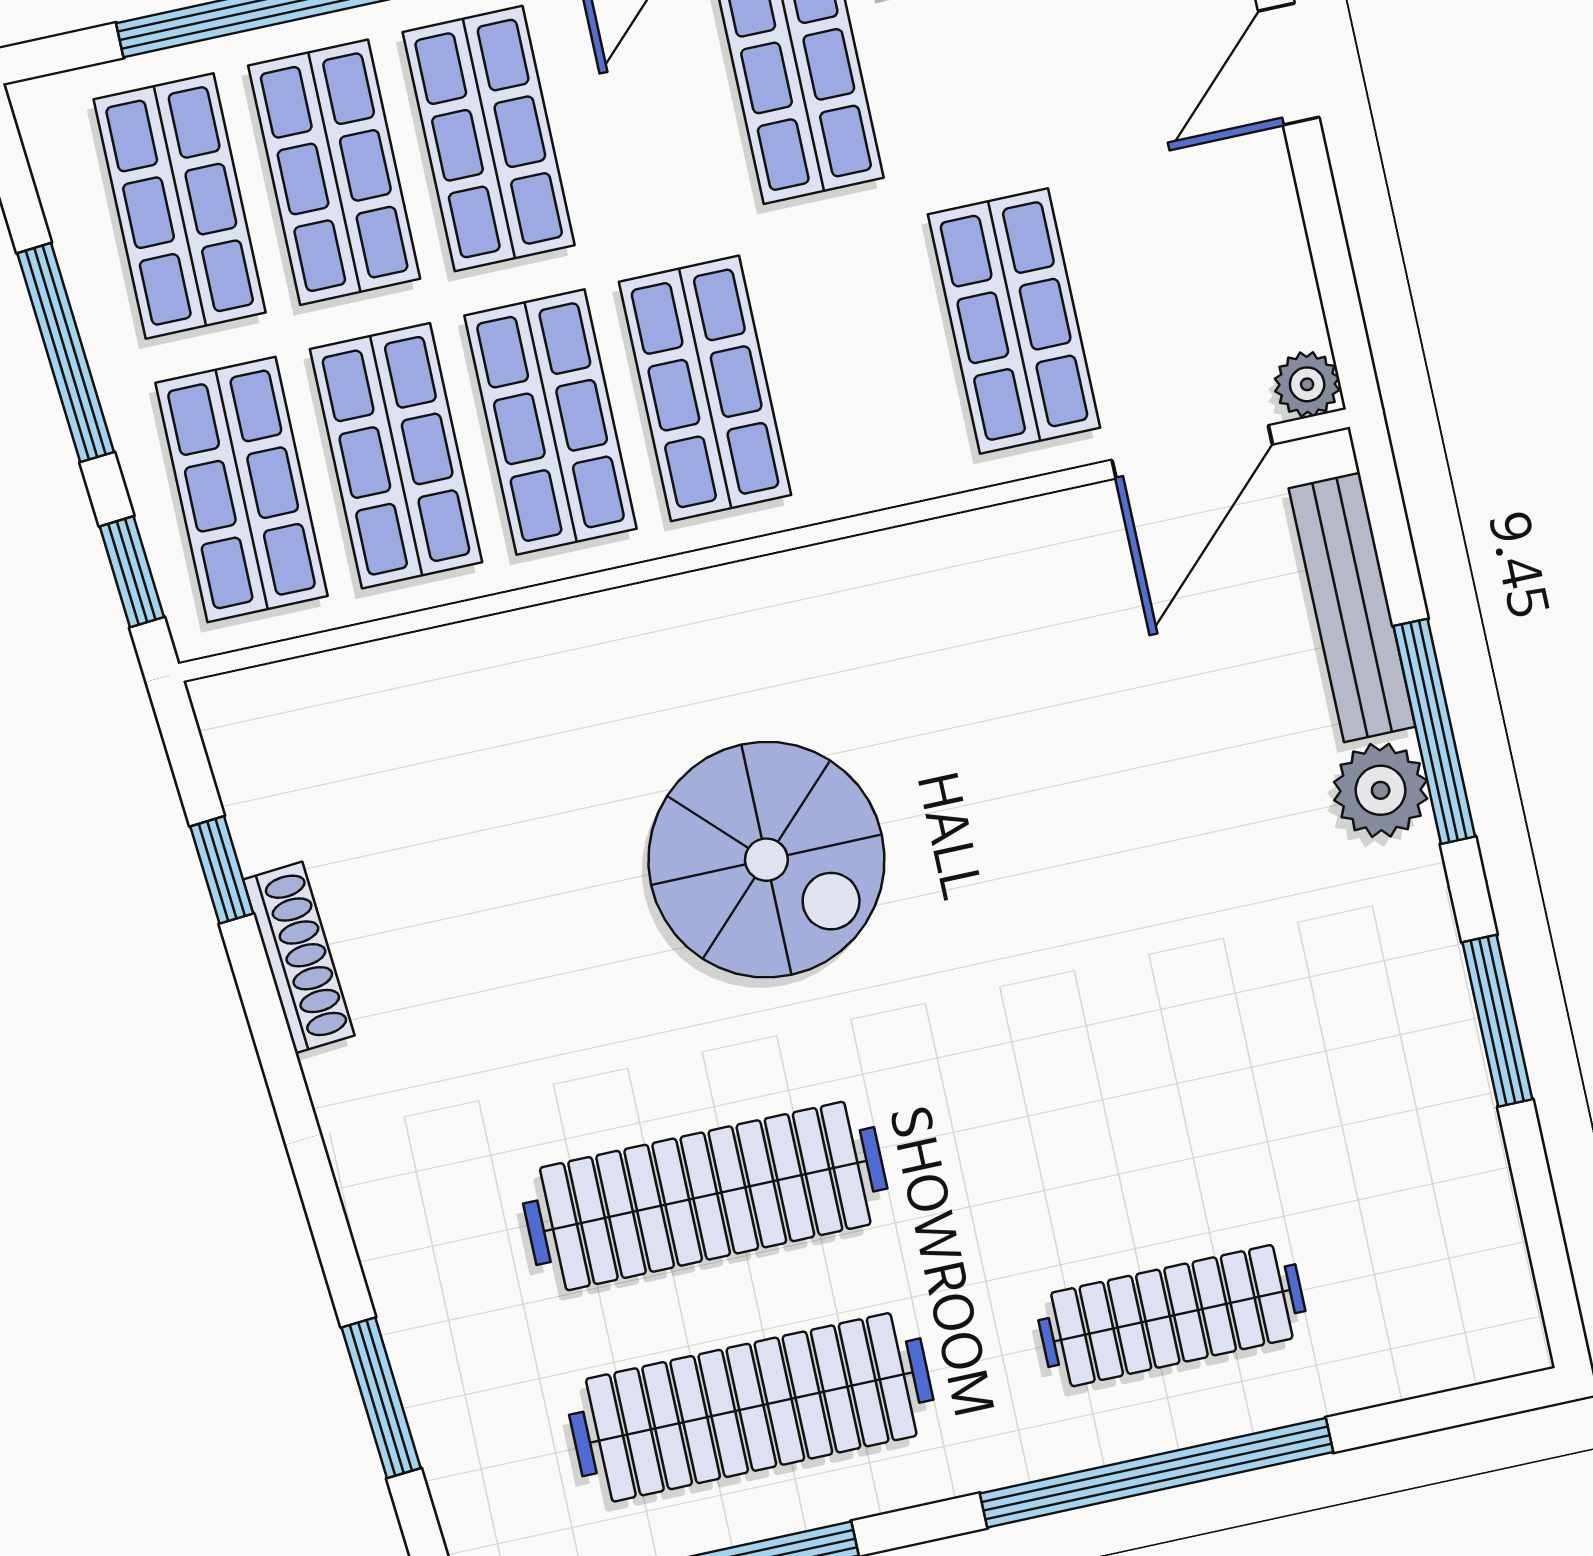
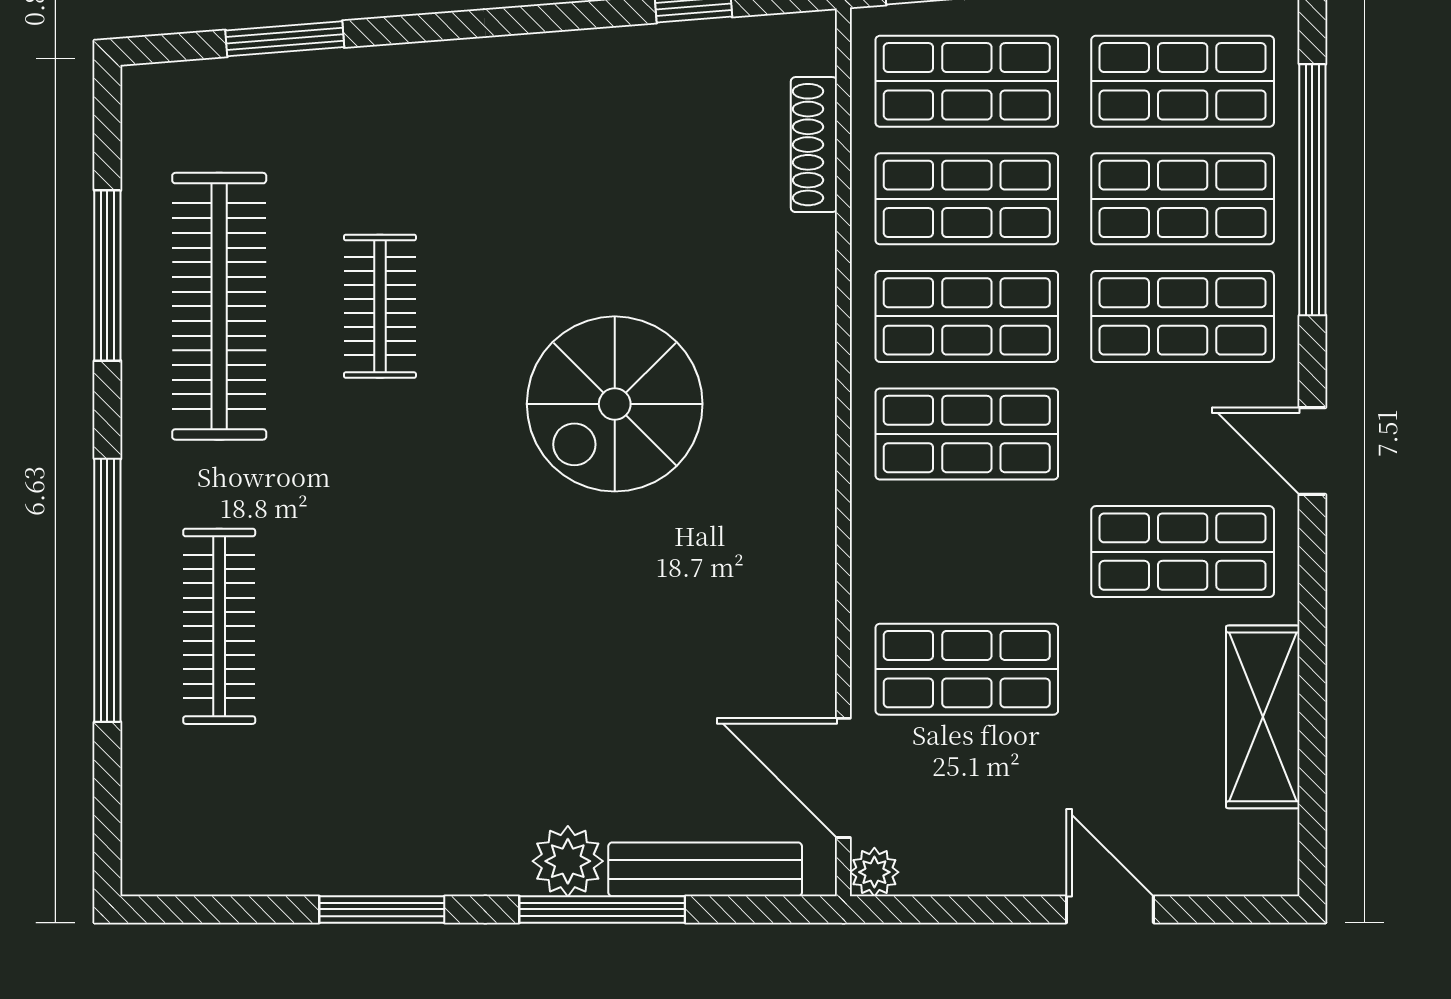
shoe rack: (299, 957) -> (814, 145), moved, turned 94
clothes rail: (705, 1196) -> (380, 306), width x0.54, depth x0.76

